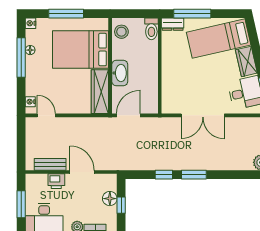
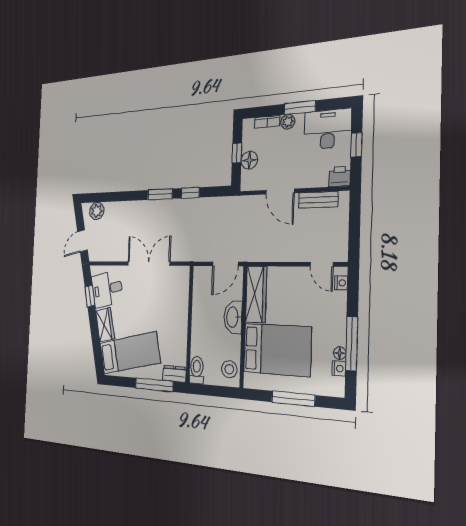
nightstand: (31, 23) -> (339, 368), moved
printer: (56, 181) -> (340, 177), moved
window: (21, 204) -> (356, 145), width x0.67

